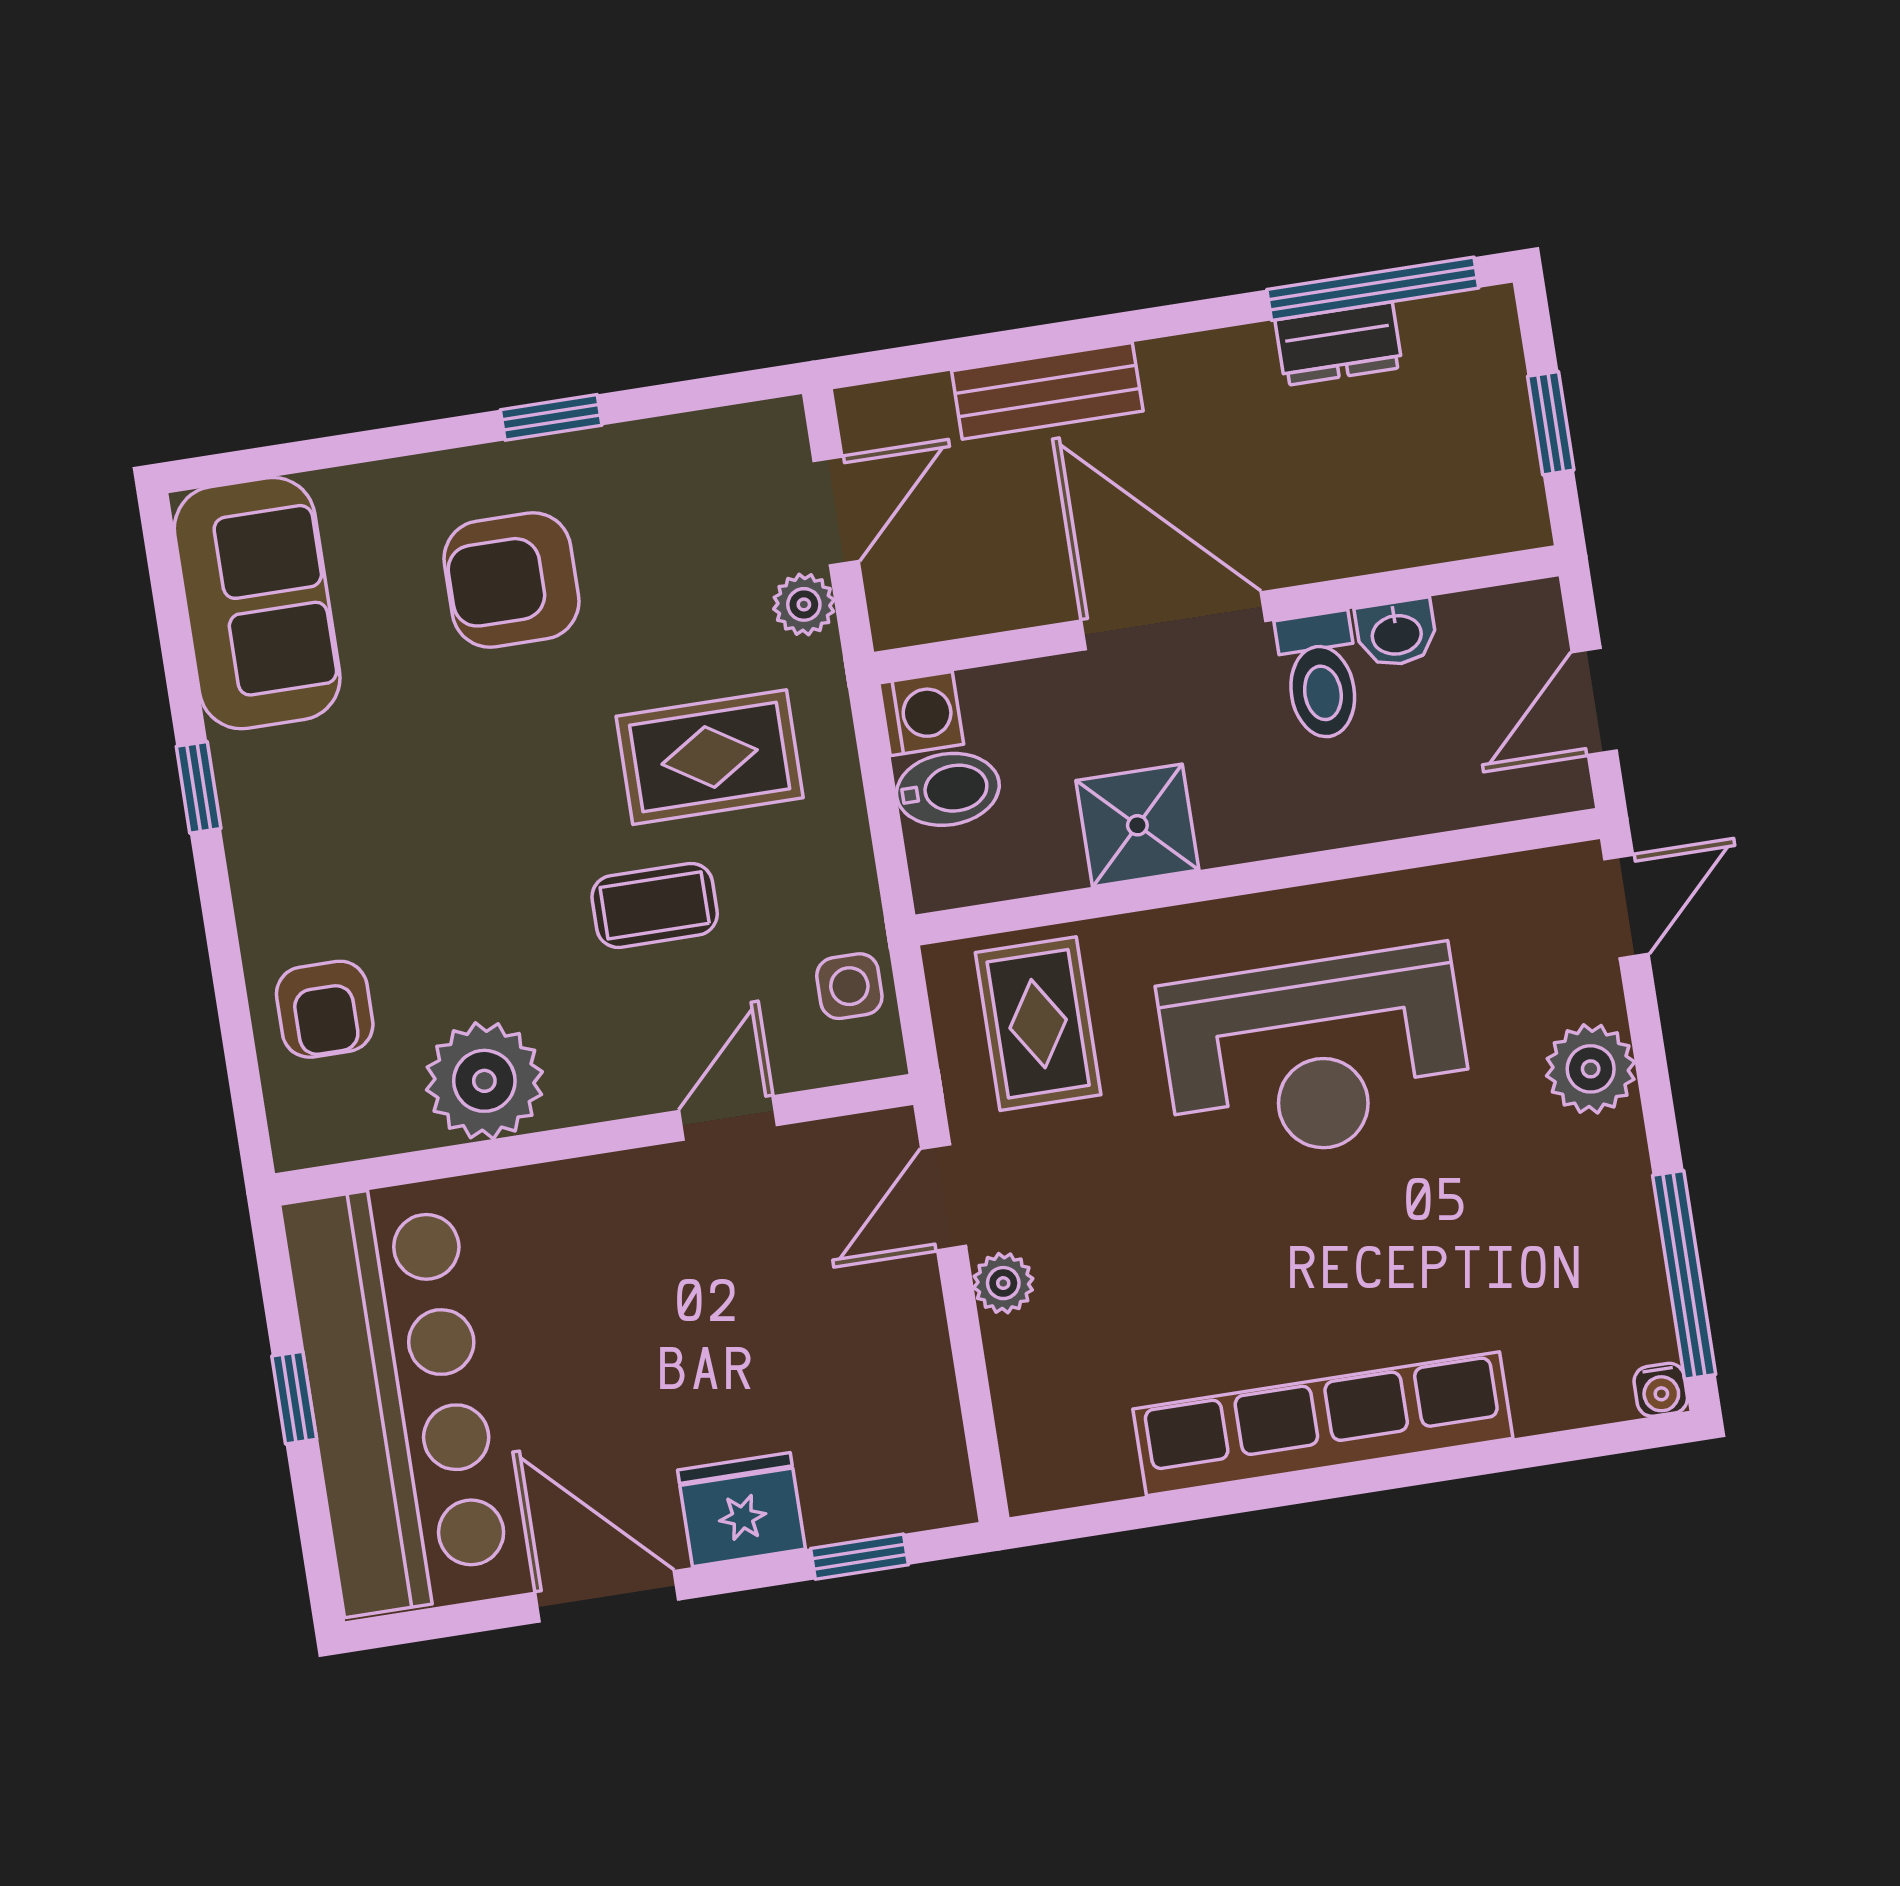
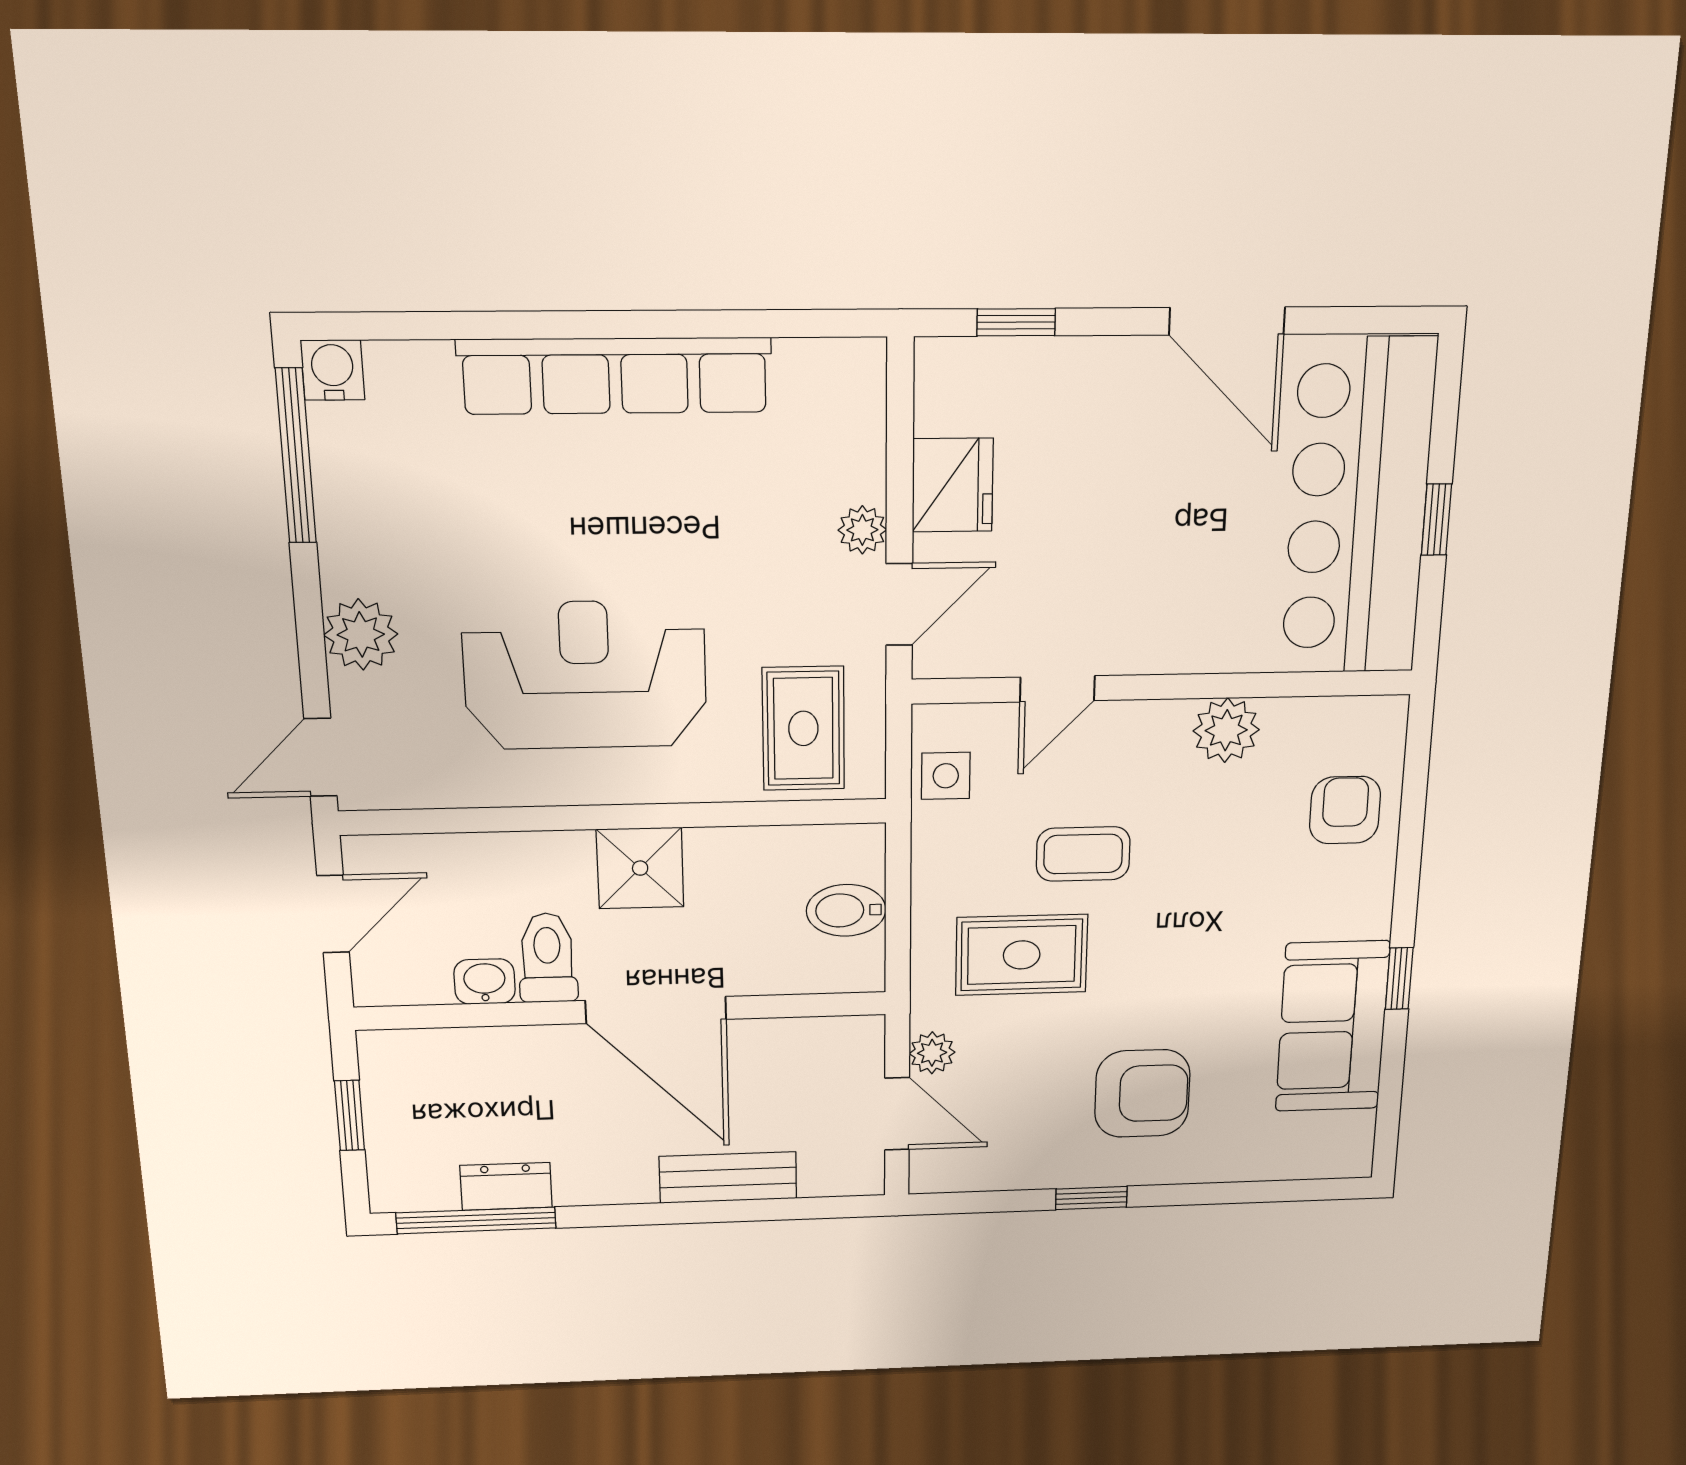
door: (836, 511) -> (897, 1114), swing flipped
sofa: (257, 603) -> (1332, 1027), moved
washing machine: (921, 714) -> (857, 967), removed
shower: (1137, 825) -> (640, 868), moved
plant: (484, 1081) -> (1226, 730), width x0.73, depth x0.73
water cooler: (1661, 1390) -> (333, 370), width x1.38, depth x1.38
fridge: (741, 1510) -> (953, 485), moved, turned -90

